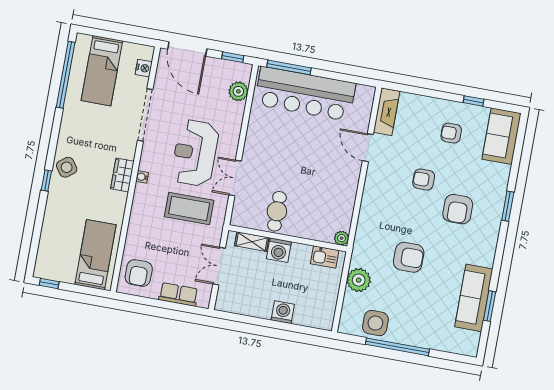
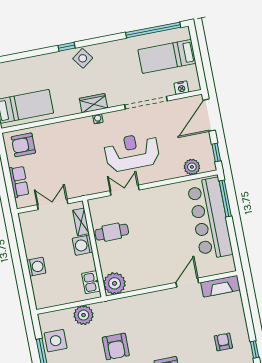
armchair: (424, 180) -> (180, 335), removed
coffee table: (189, 208) -> (88, 164), removed
plant: (342, 238) -> (115, 283), width x1.88, depth x1.88

